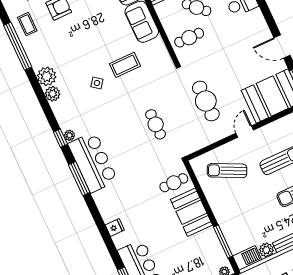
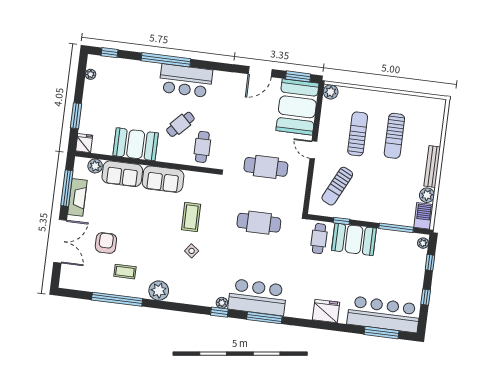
coffee table: (27, 24) -> (125, 272), moved
plant: (53, 94) -> (177, 295), removed
cafe table: (156, 124) -> (259, 223), width x1.37, depth x1.35
window: (200, 192) -> (341, 221), added
fridge: (115, 228) -> (326, 311), width x1.88, depth x1.34

